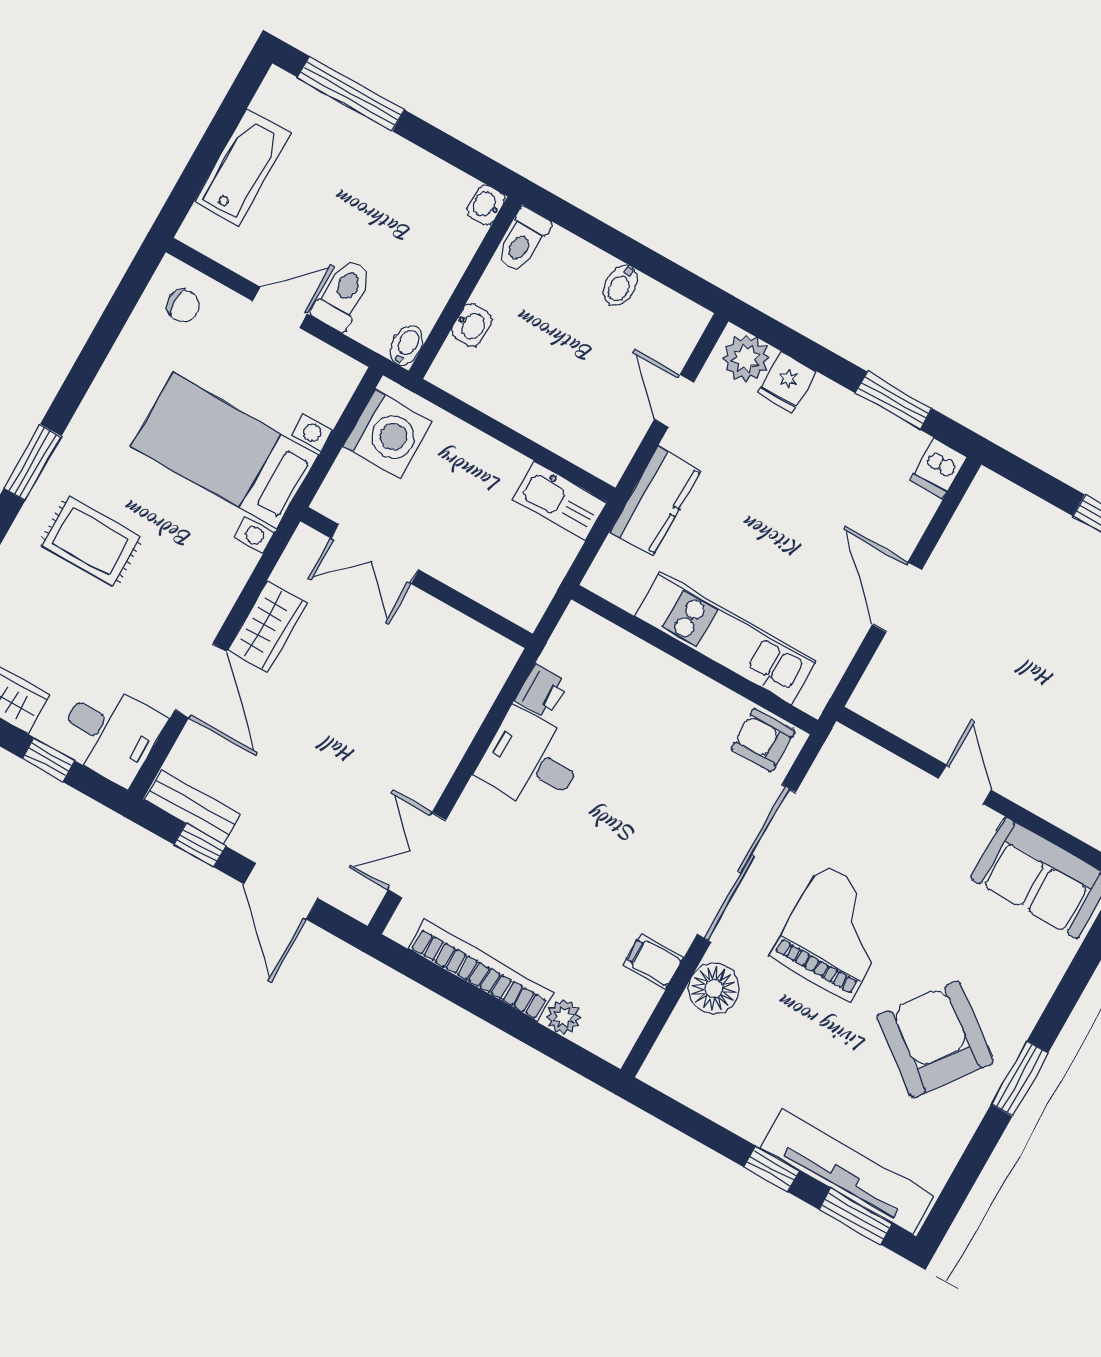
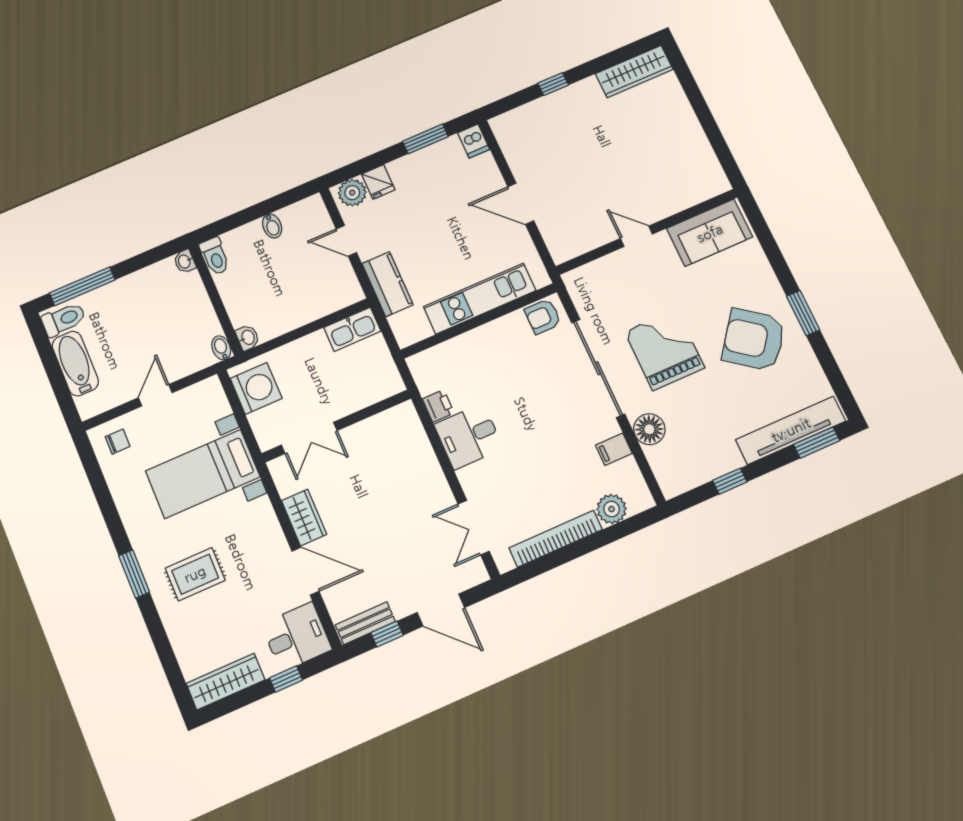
toilet: (343, 294) -> (64, 319), moved, turned 90
washbasin: (472, 325) -> (248, 338), moved
plant: (564, 1017) -> (612, 509), width x1.38, depth x1.38
window: (772, 1169) -> (730, 481), moved

